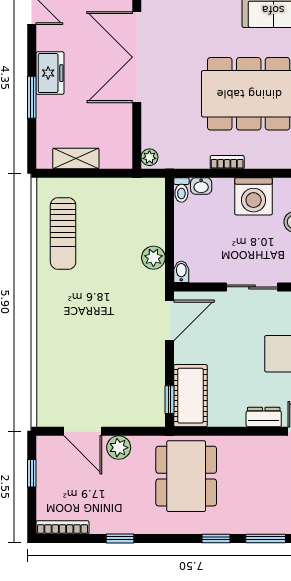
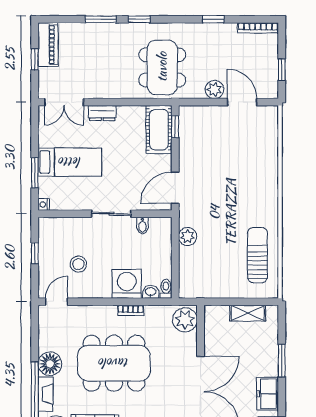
freezer: (50, 73) -> (268, 394), moved
plant: (149, 157) -> (185, 320), width x1.87, depth x1.87
washing machine: (254, 196) -> (127, 284), moved
bidet: (181, 272) -> (142, 226), moved

